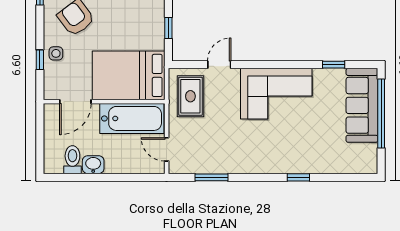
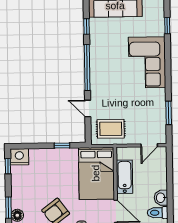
window: (276, 65) -> (87, 68), added
corner sofa: (276, 94) -> (147, 62), moved, turned 180
bathtub: (132, 118) -> (125, 177), width x0.73, depth x0.73
window: (298, 177) -> (167, 26), moved

